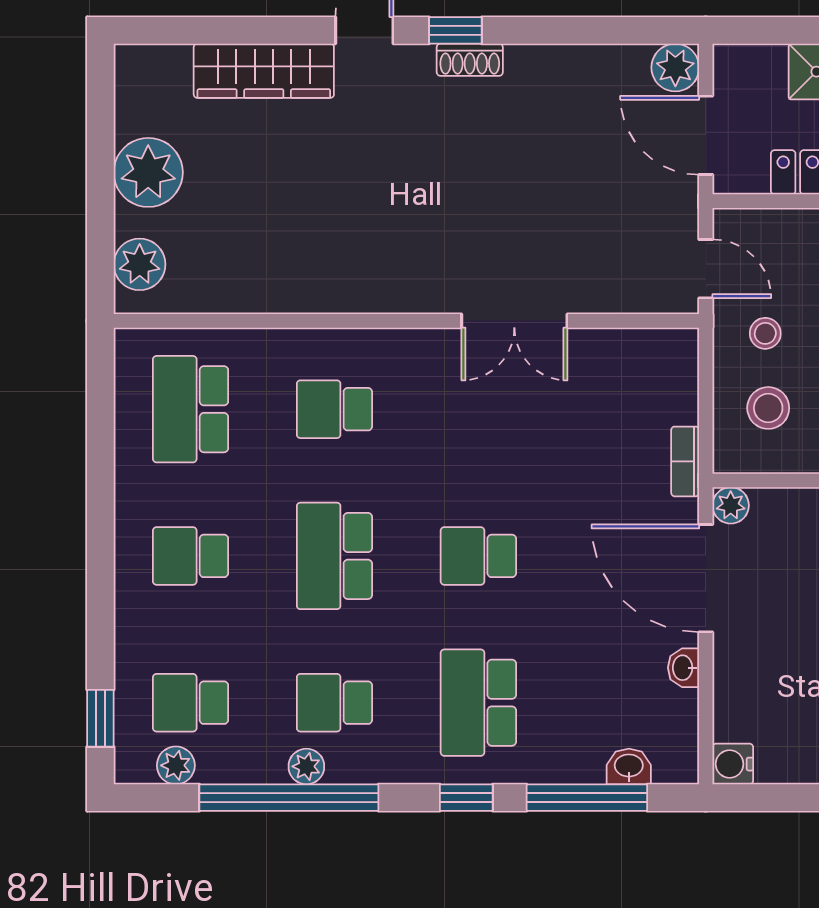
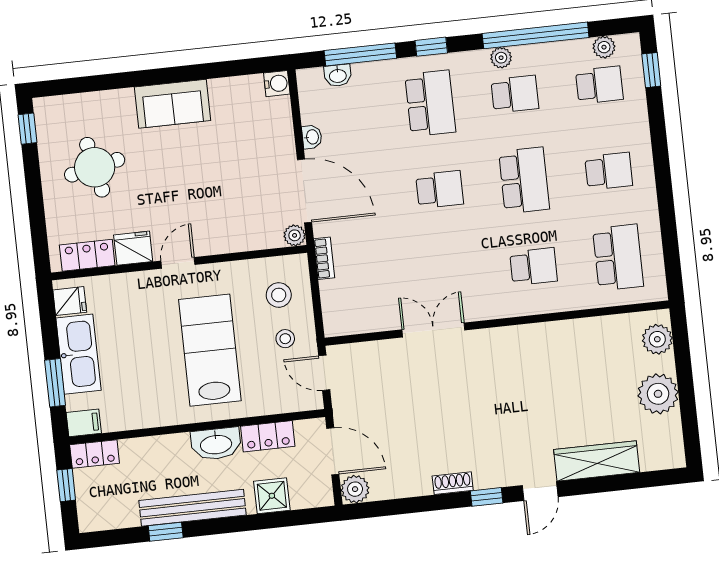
shoe rack: (470, 60) -> (453, 483), moved
plant: (306, 766) -> (501, 58), moved

